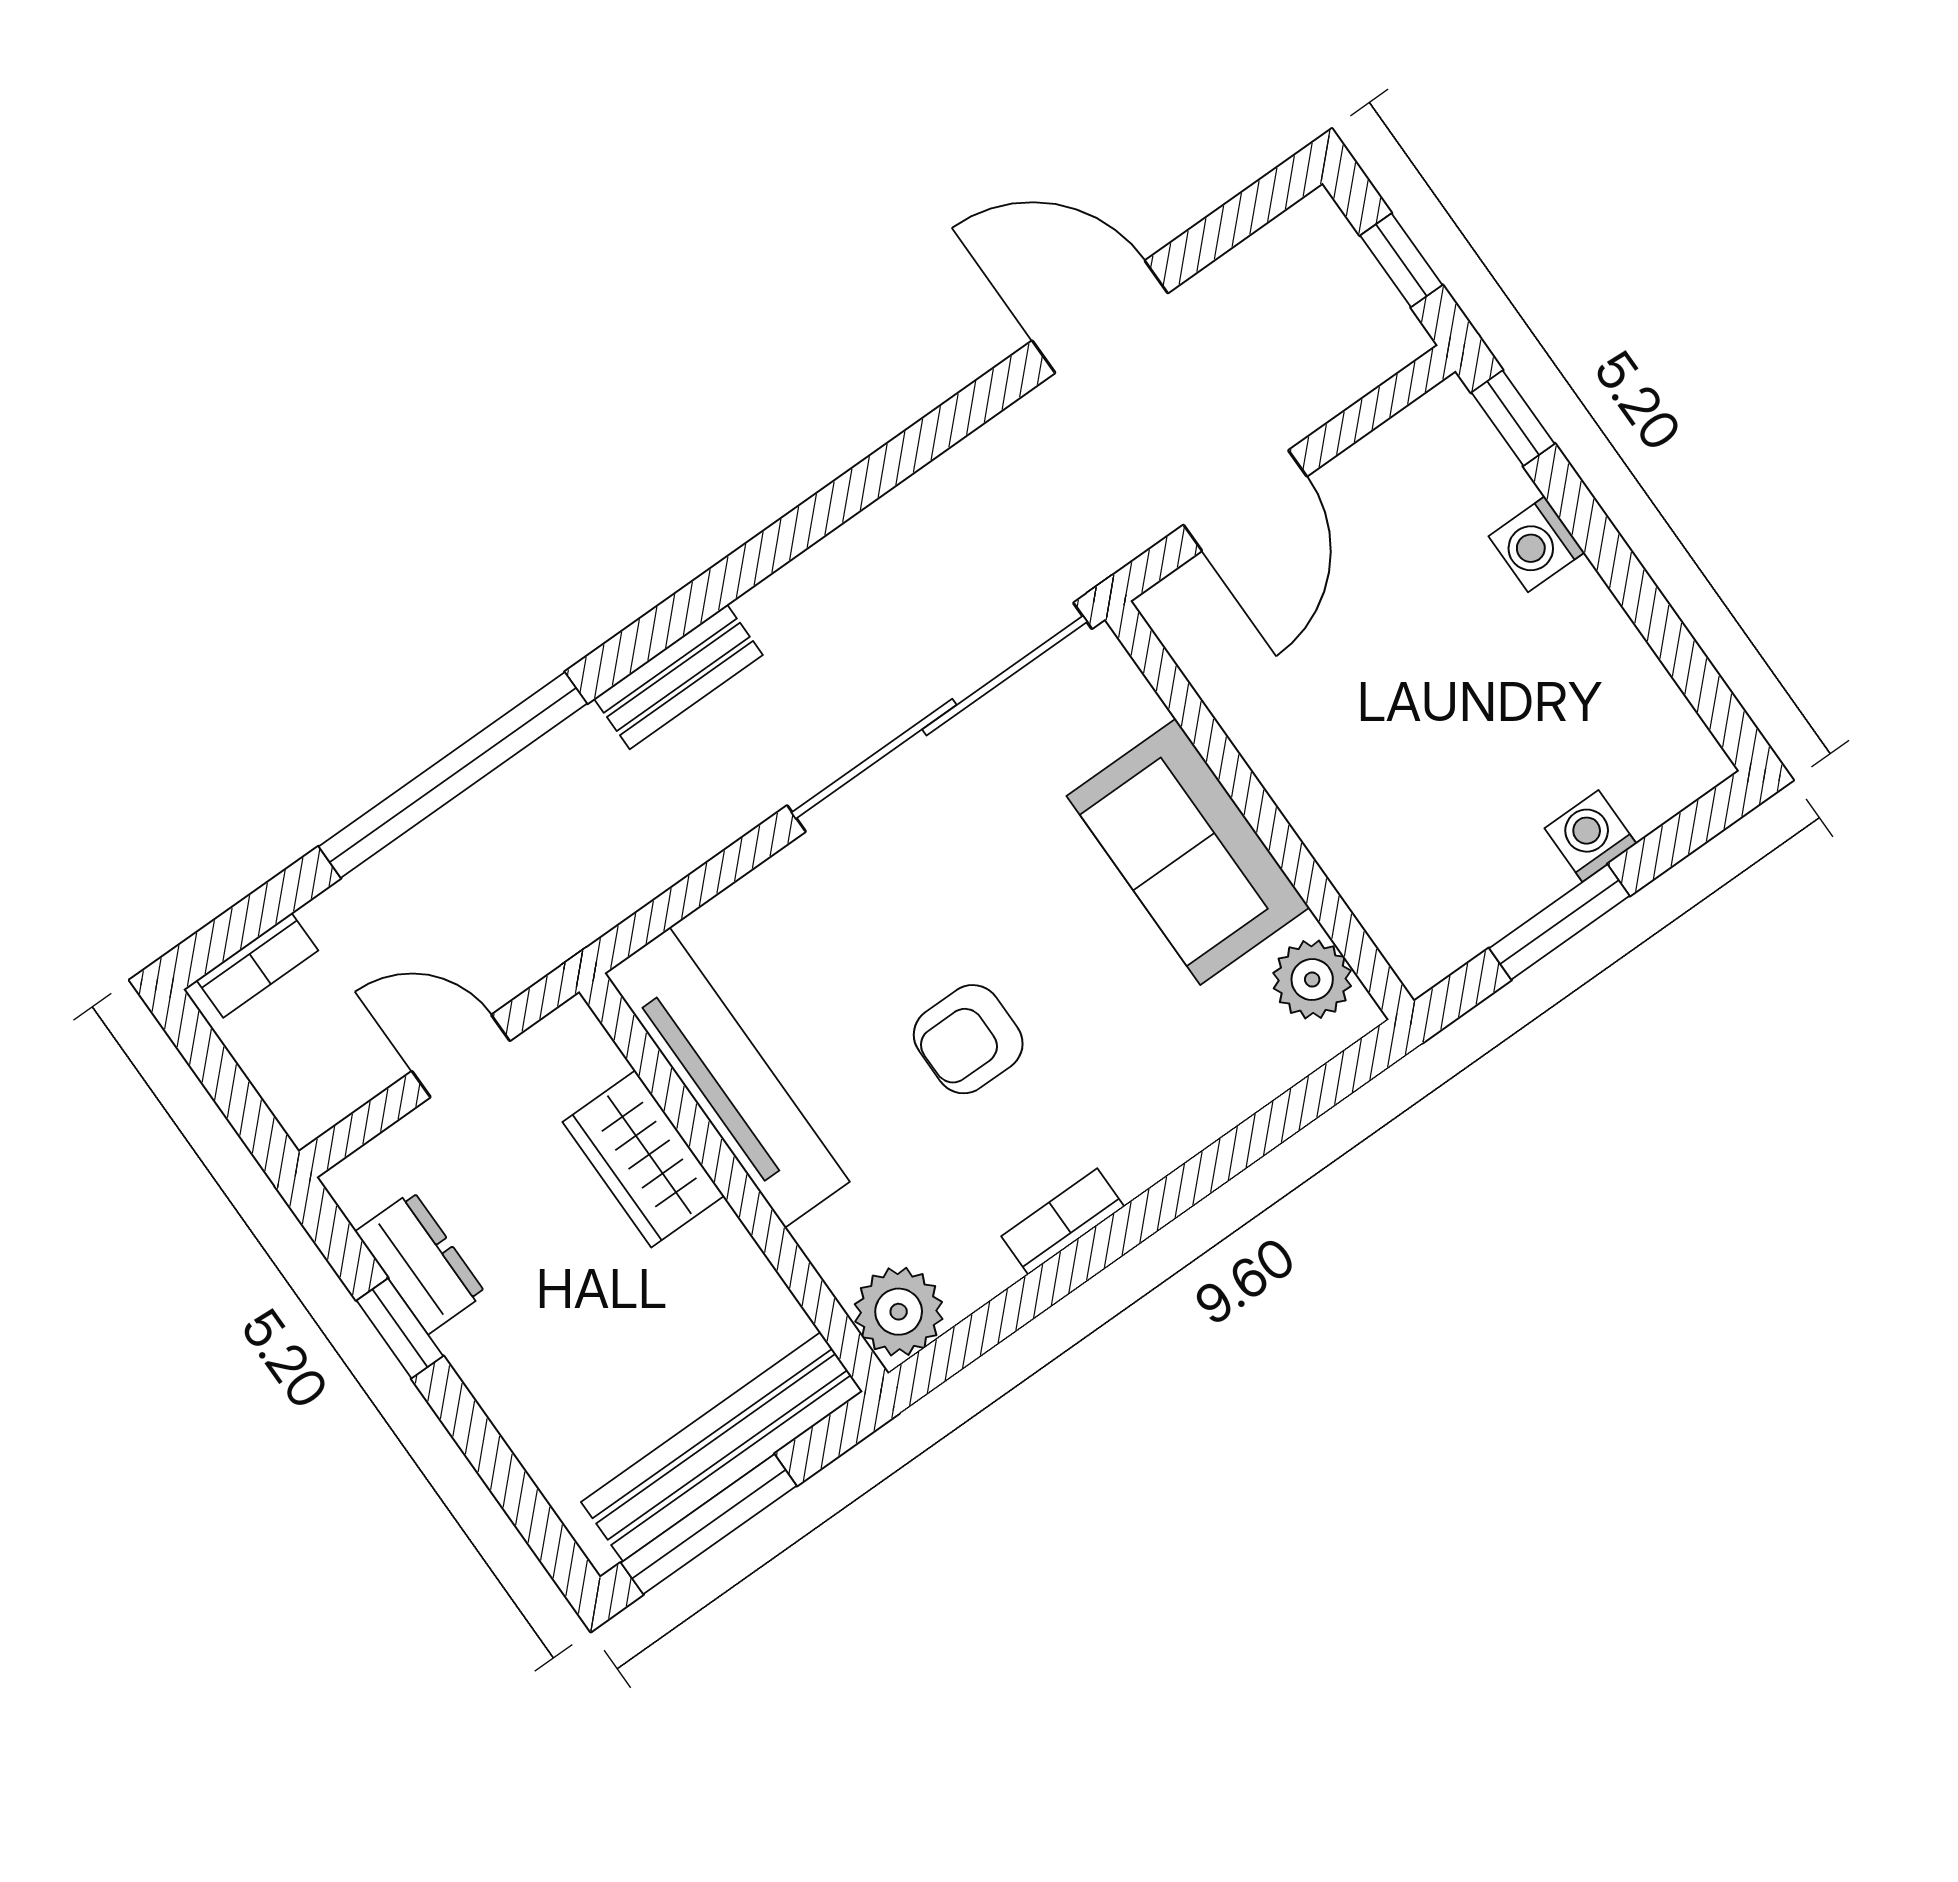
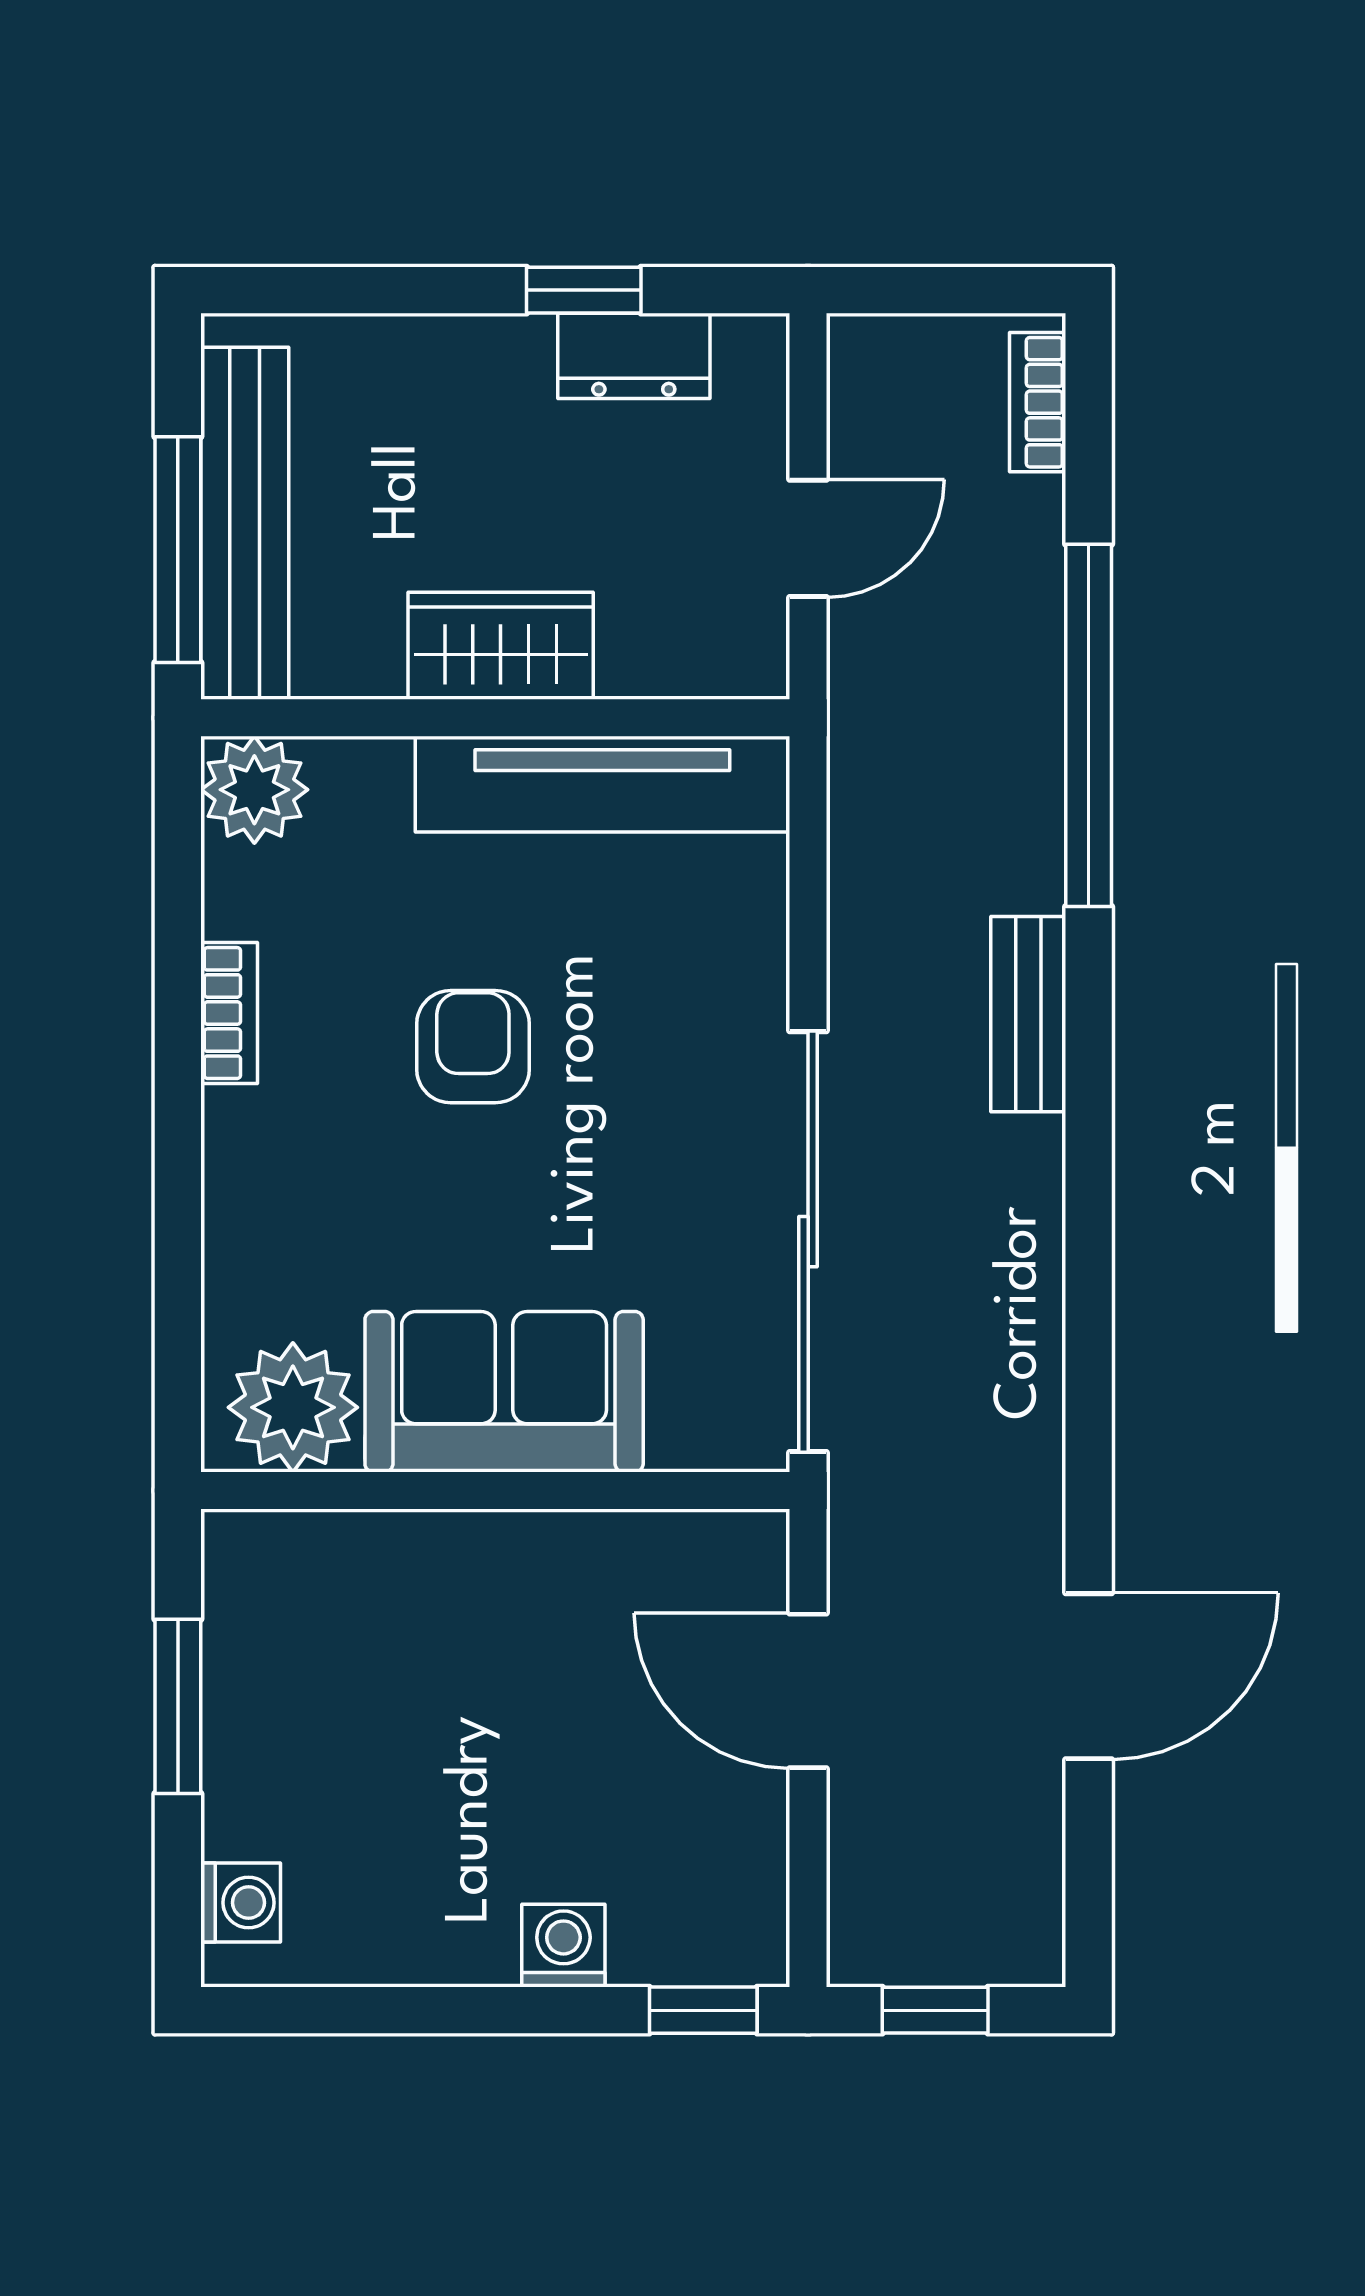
washing machine: (1590, 836) -> (241, 1903), moved
plant: (1312, 980) -> (293, 1407), width x1.36, depth x1.36
wardrobe: (643, 1159) -> (501, 646), moved
window: (709, 1524) -> (178, 550), moved

